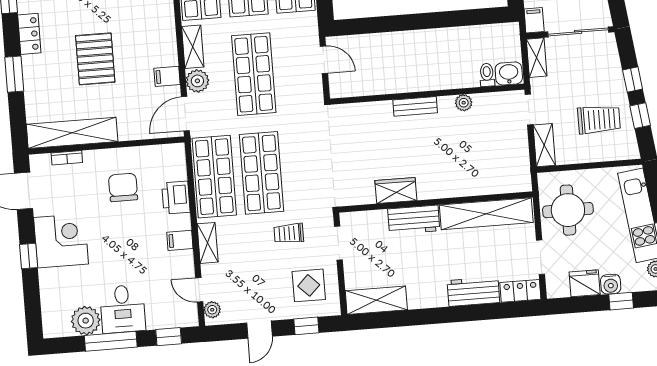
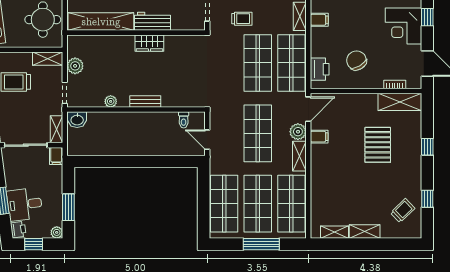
locker: (29, 34) -> (414, 174), removed
pallet: (95, 59) -> (378, 145), moved
window: (14, 74) -> (427, 147), width x0.67
toilet: (487, 75) -> (184, 120), moved
shelving: (72, 133) -> (400, 102), width x0.68
shelving: (544, 145) -> (48, 59), moved, turned 90
plant: (518, 149) -> (75, 66), added
chair: (123, 187) -> (357, 60), turned 149
wardrobe: (396, 191) -> (149, 43), moved
printer: (176, 198) -> (320, 69), moved

